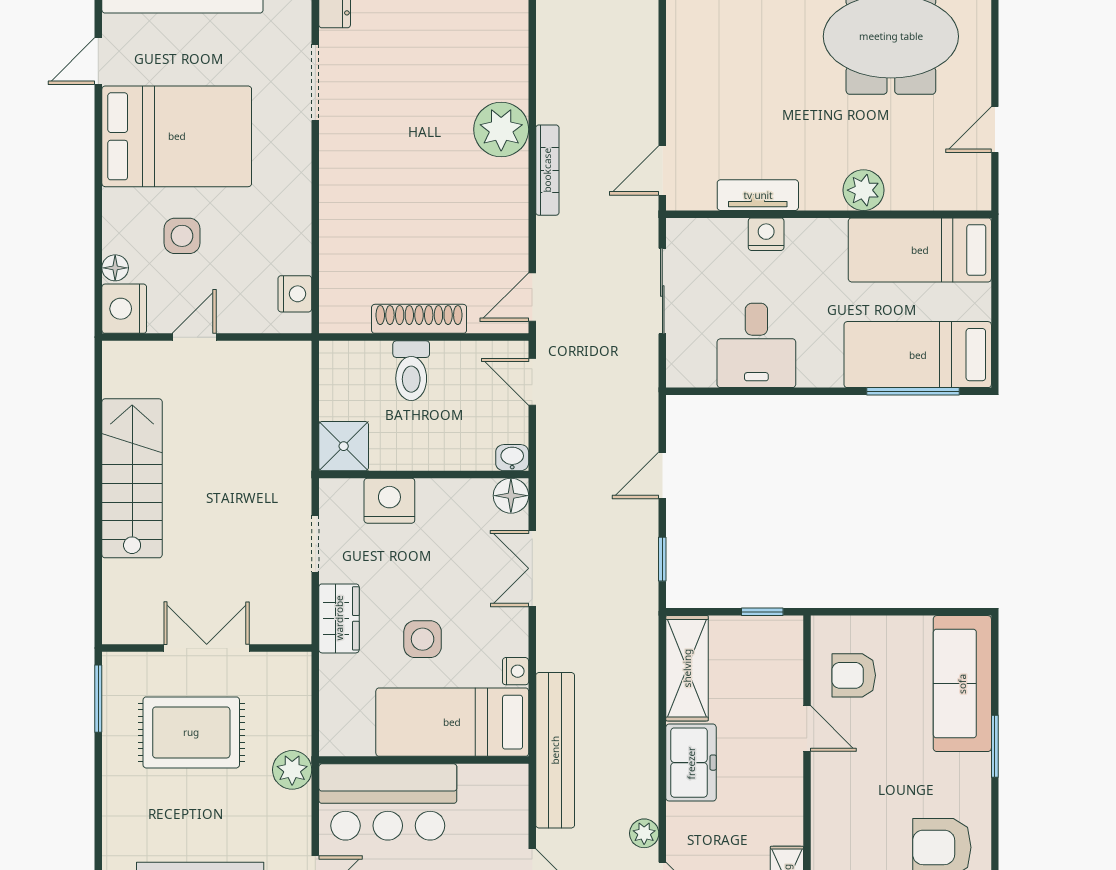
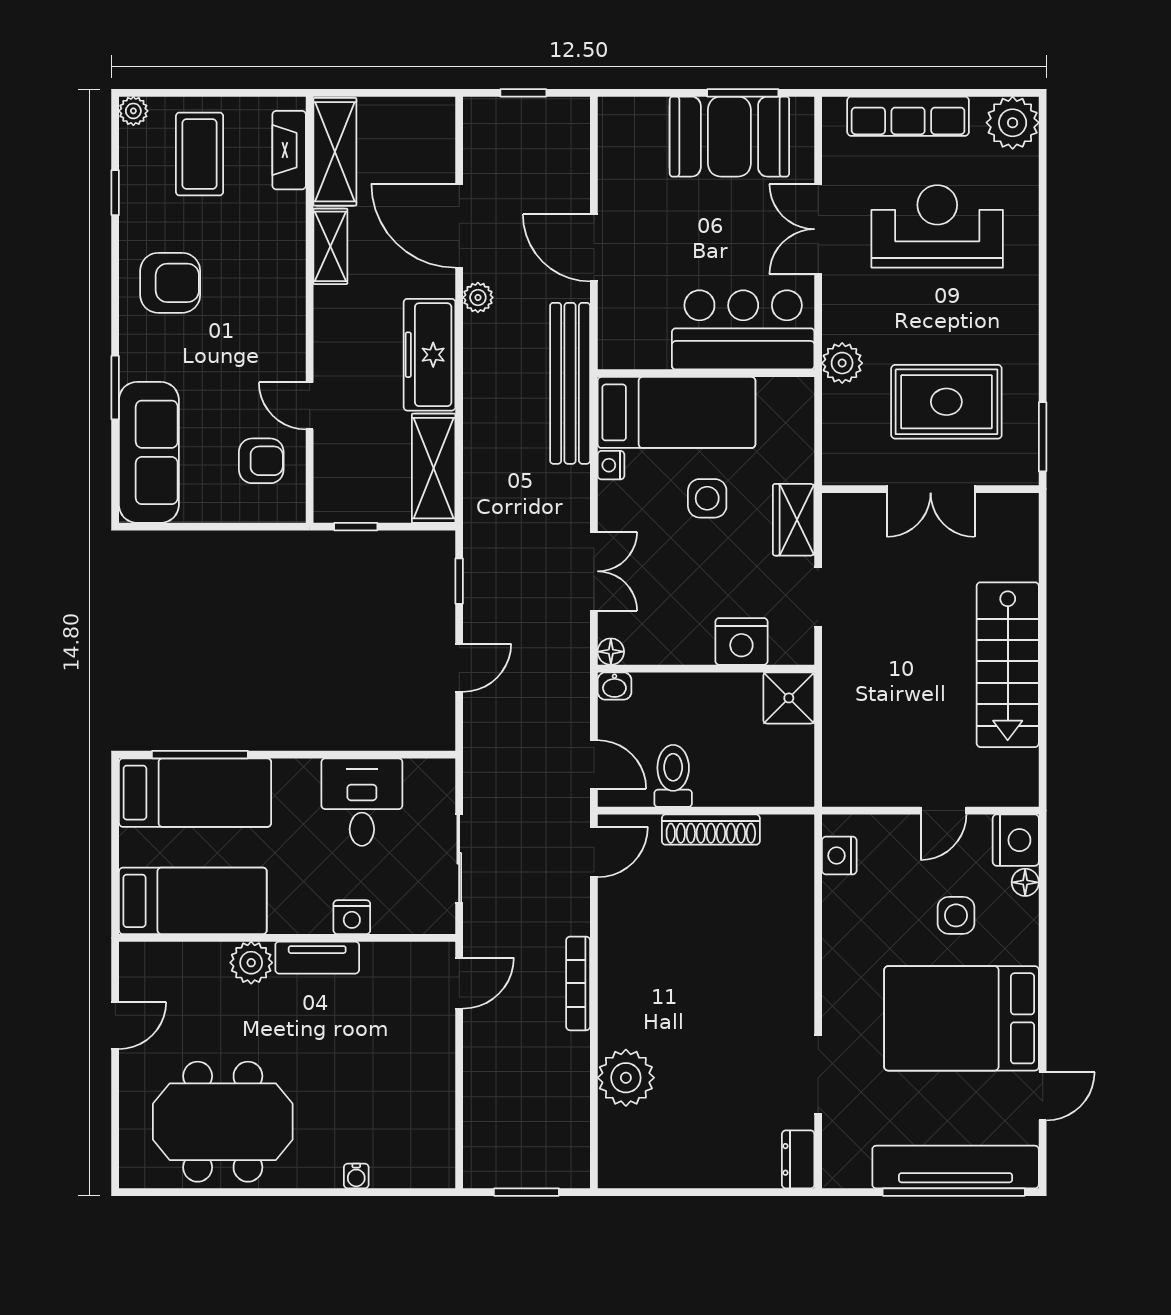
plant: (501, 129) -> (626, 1078), moved
tv unit: (758, 195) -> (317, 958), moved
toilet: (411, 371) -> (673, 776), moved
floor lamp: (511, 496) -> (611, 652), width x0.73, depth x0.73
freezer: (691, 763) -> (430, 355), width x1.40

